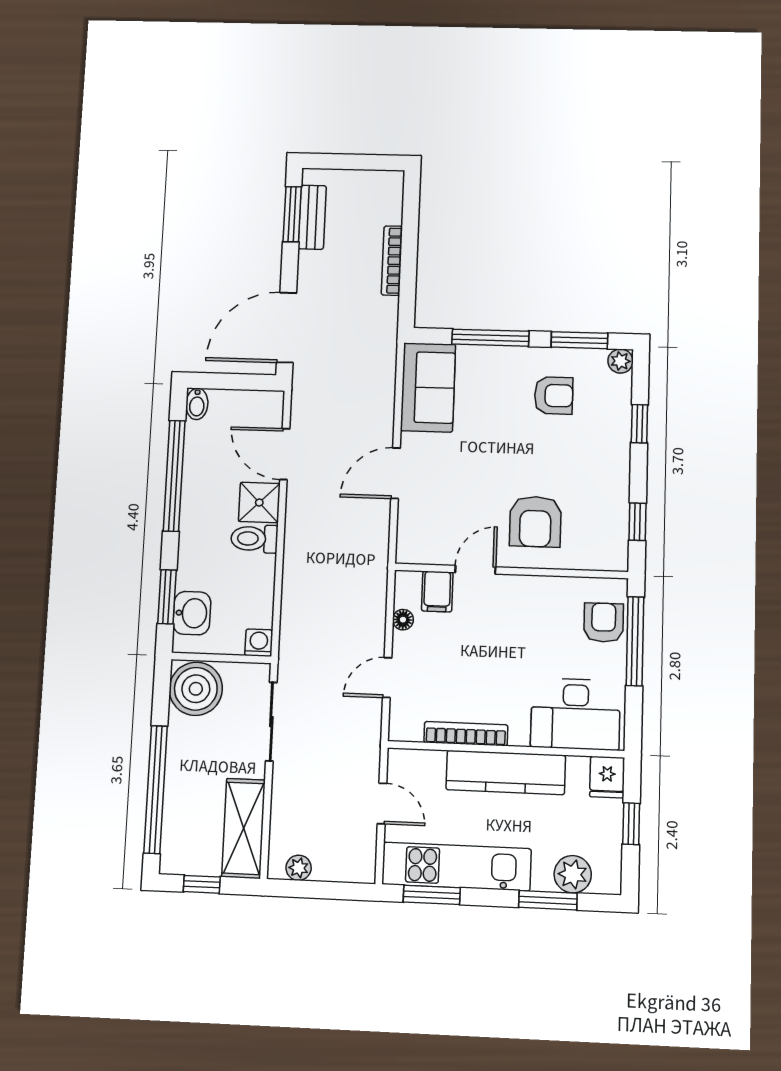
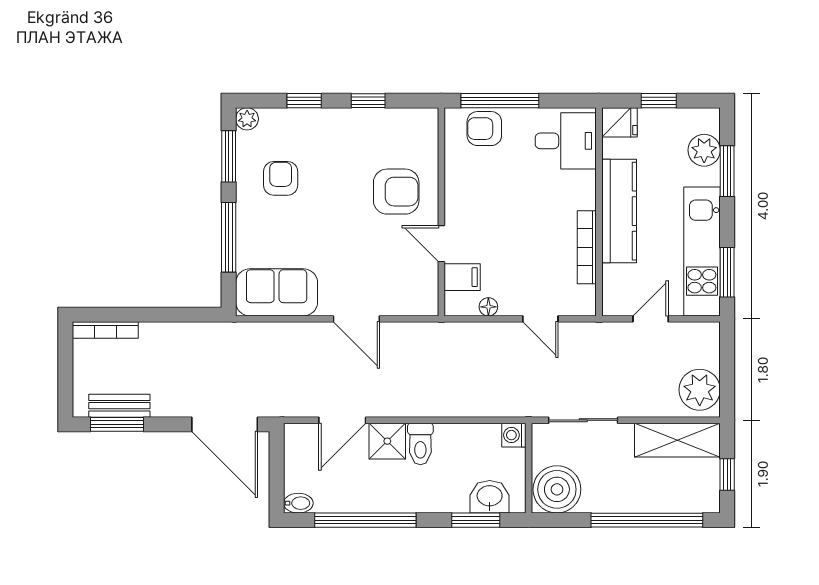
bookcase: (392, 261) -> (105, 330), moved
window: (637, 522) -> (368, 101), moved
desk: (575, 714) -> (566, 141), width x0.73
plant: (299, 868) -> (700, 390), width x1.87, depth x1.87

